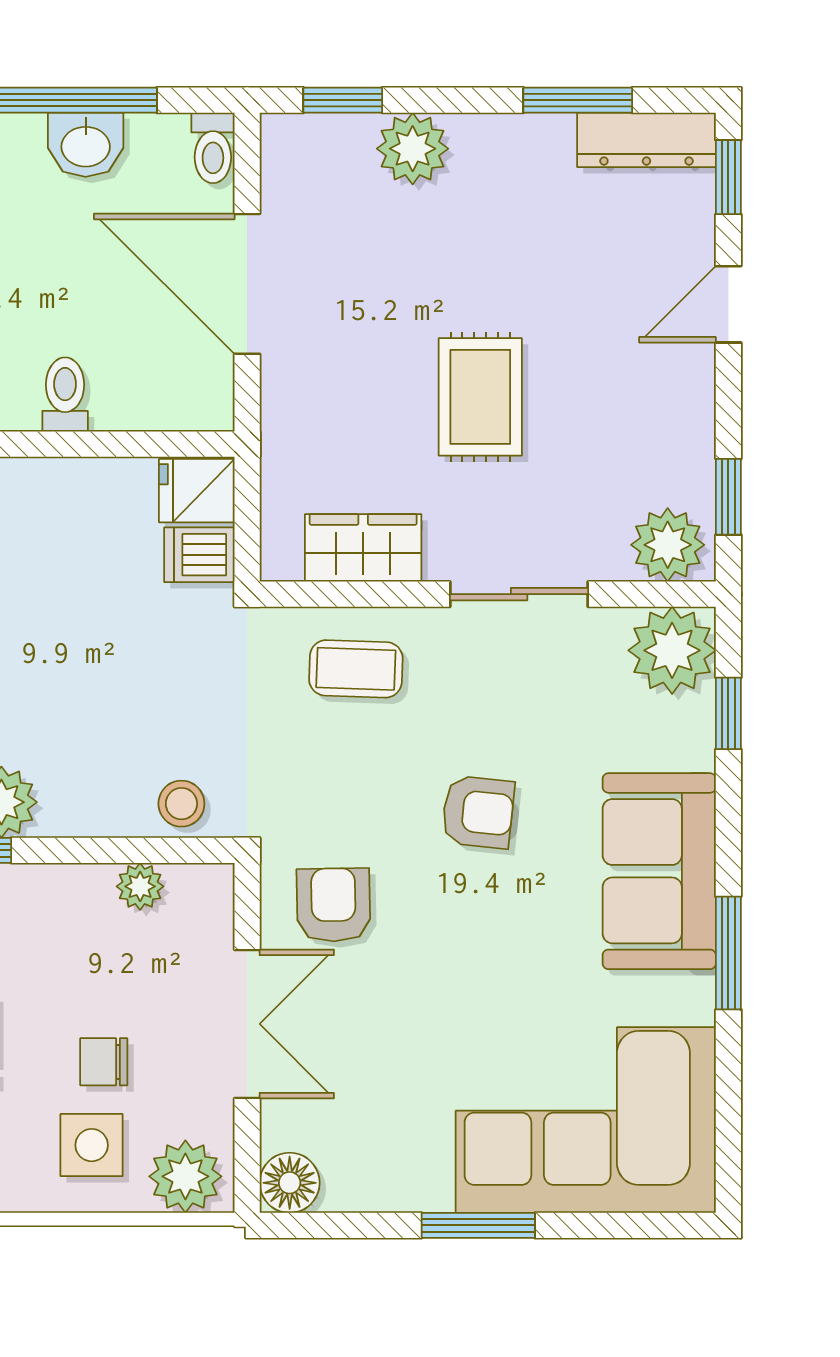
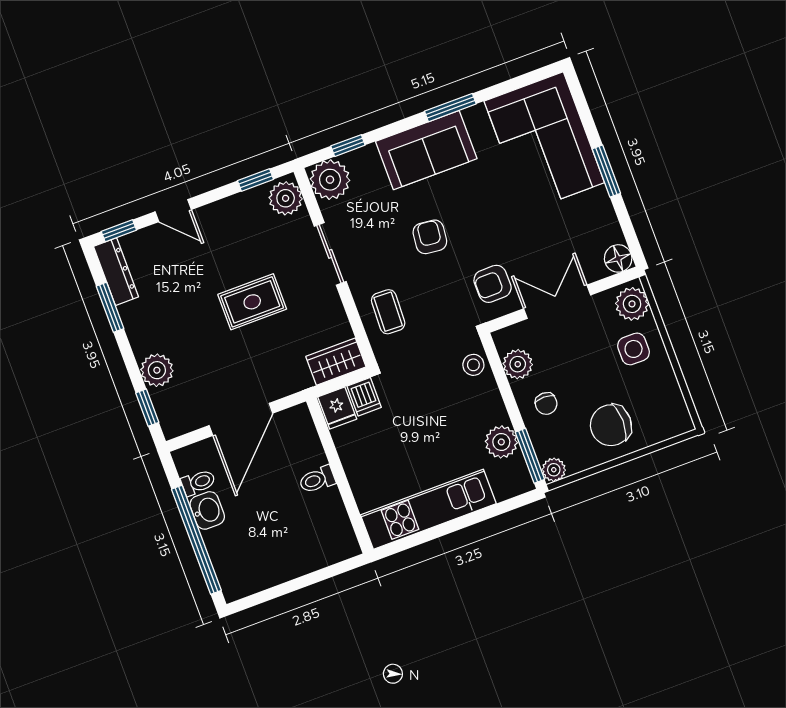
toilet: (213, 148) -> (198, 482), moved
wardrobe: (363, 548) -> (336, 362), moved, turned 90
plant: (140, 886) -> (518, 364), width x1.38, depth x1.38
chair: (104, 1062) -> (546, 404), moved

